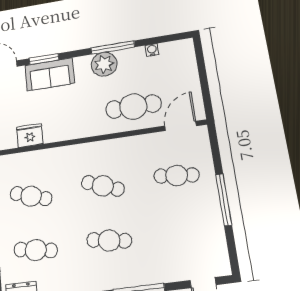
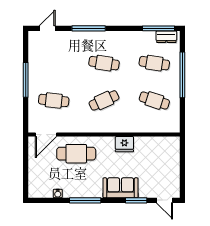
plant: (104, 64) -> (93, 189), removed
sofa: (50, 74) -> (121, 188), moved
fridge: (30, 135) -> (124, 144), moved
cafe table: (103, 186) -> (104, 100), turned -45

